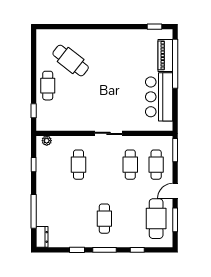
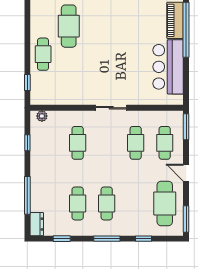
cafe table: (71, 61) -> (69, 26), turned 52
door: (175, 191) -> (186, 173), hinge flipped
cafe table: (79, 219) -> (78, 203), added
window: (175, 220) -> (186, 219), moved
window: (77, 250) -> (62, 239), moved

